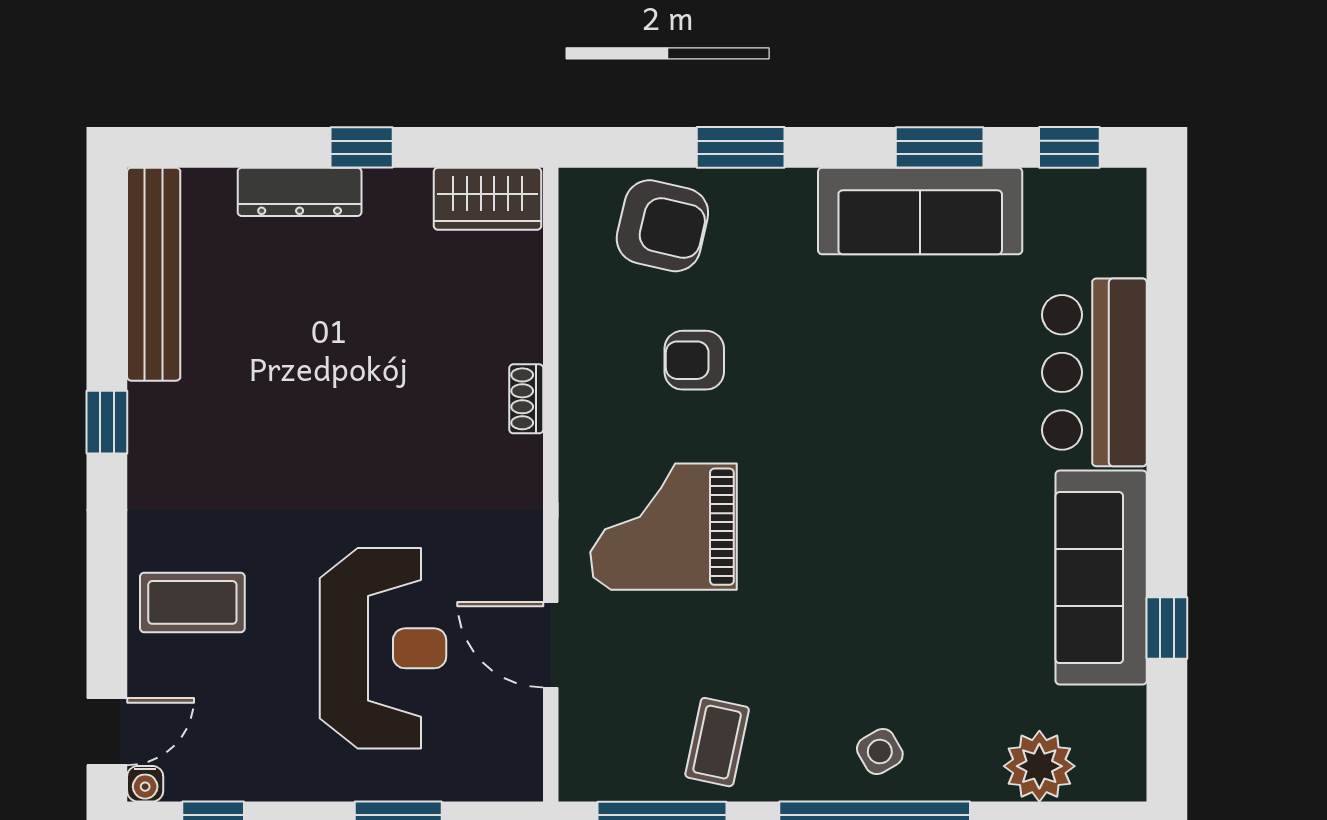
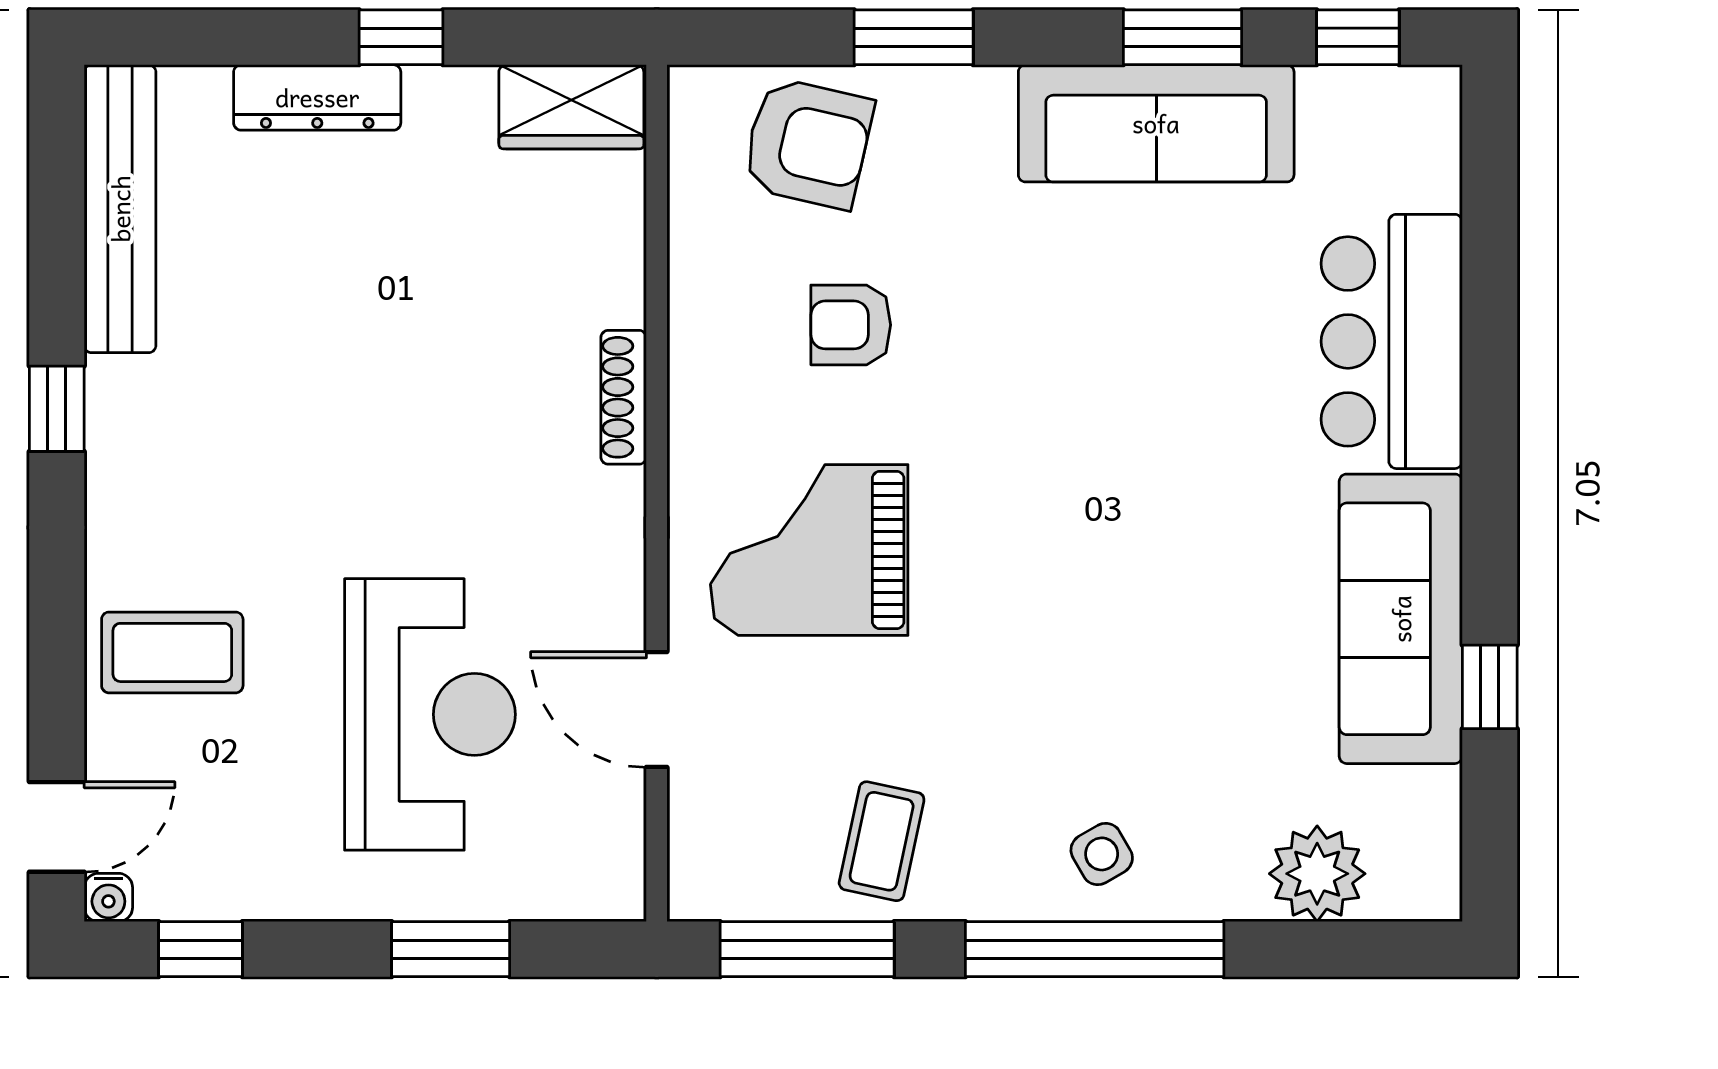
shoe rack: (526, 399) -> (624, 397), width x1.43

